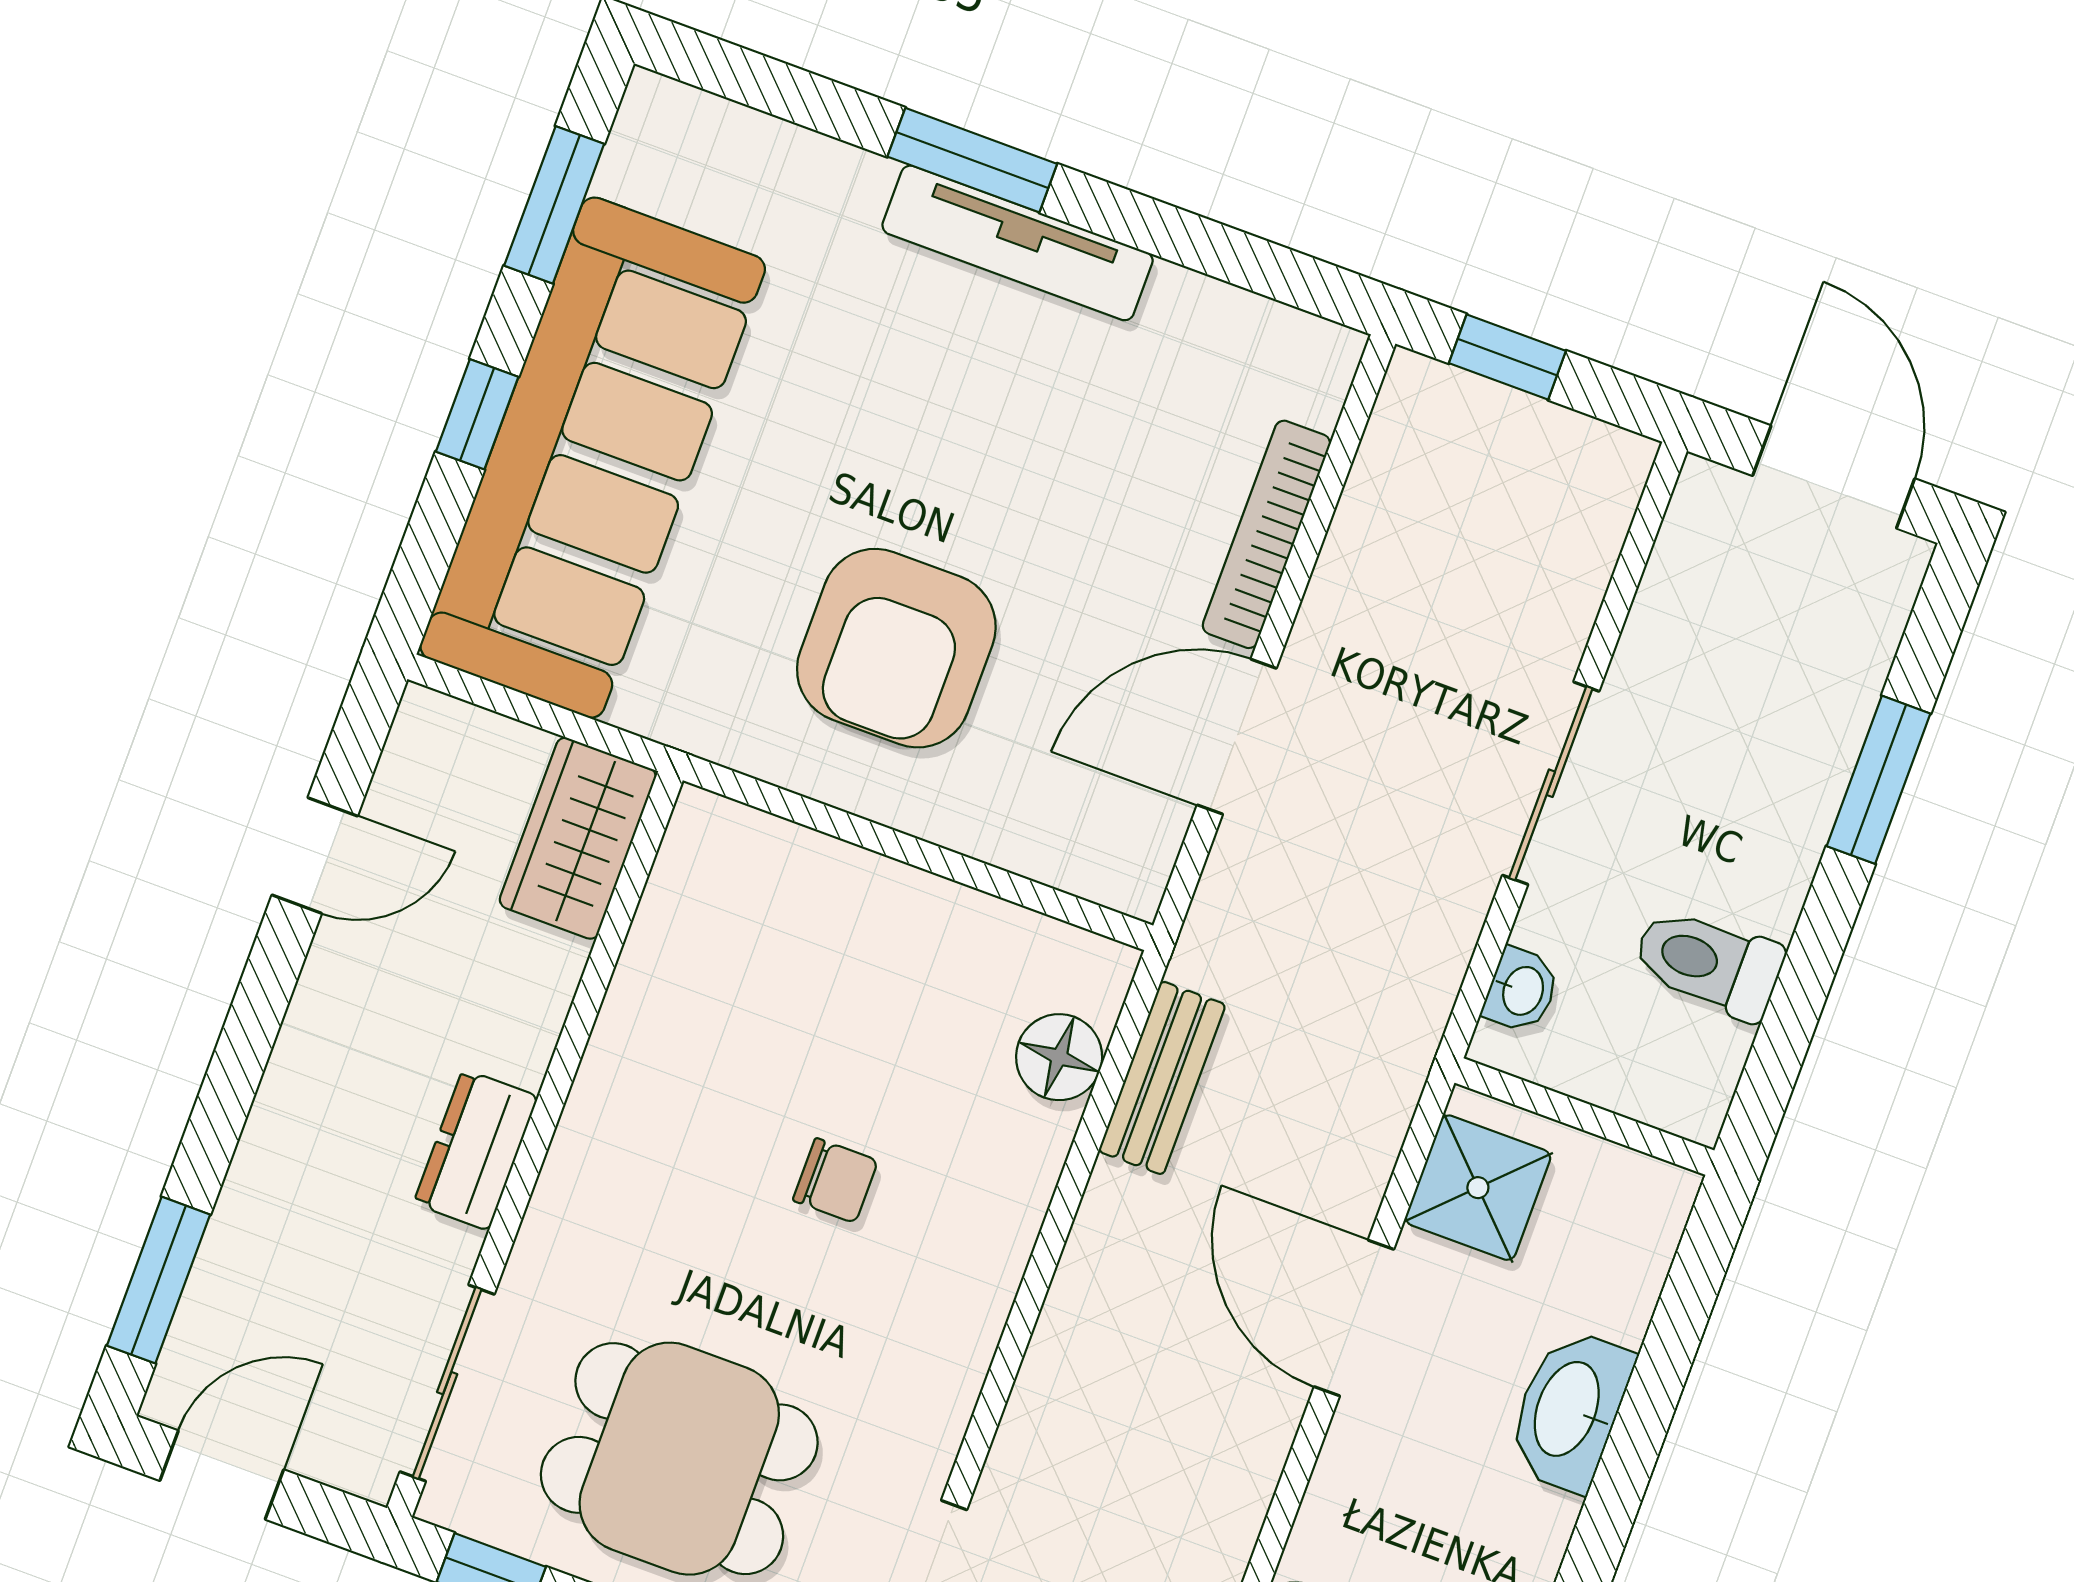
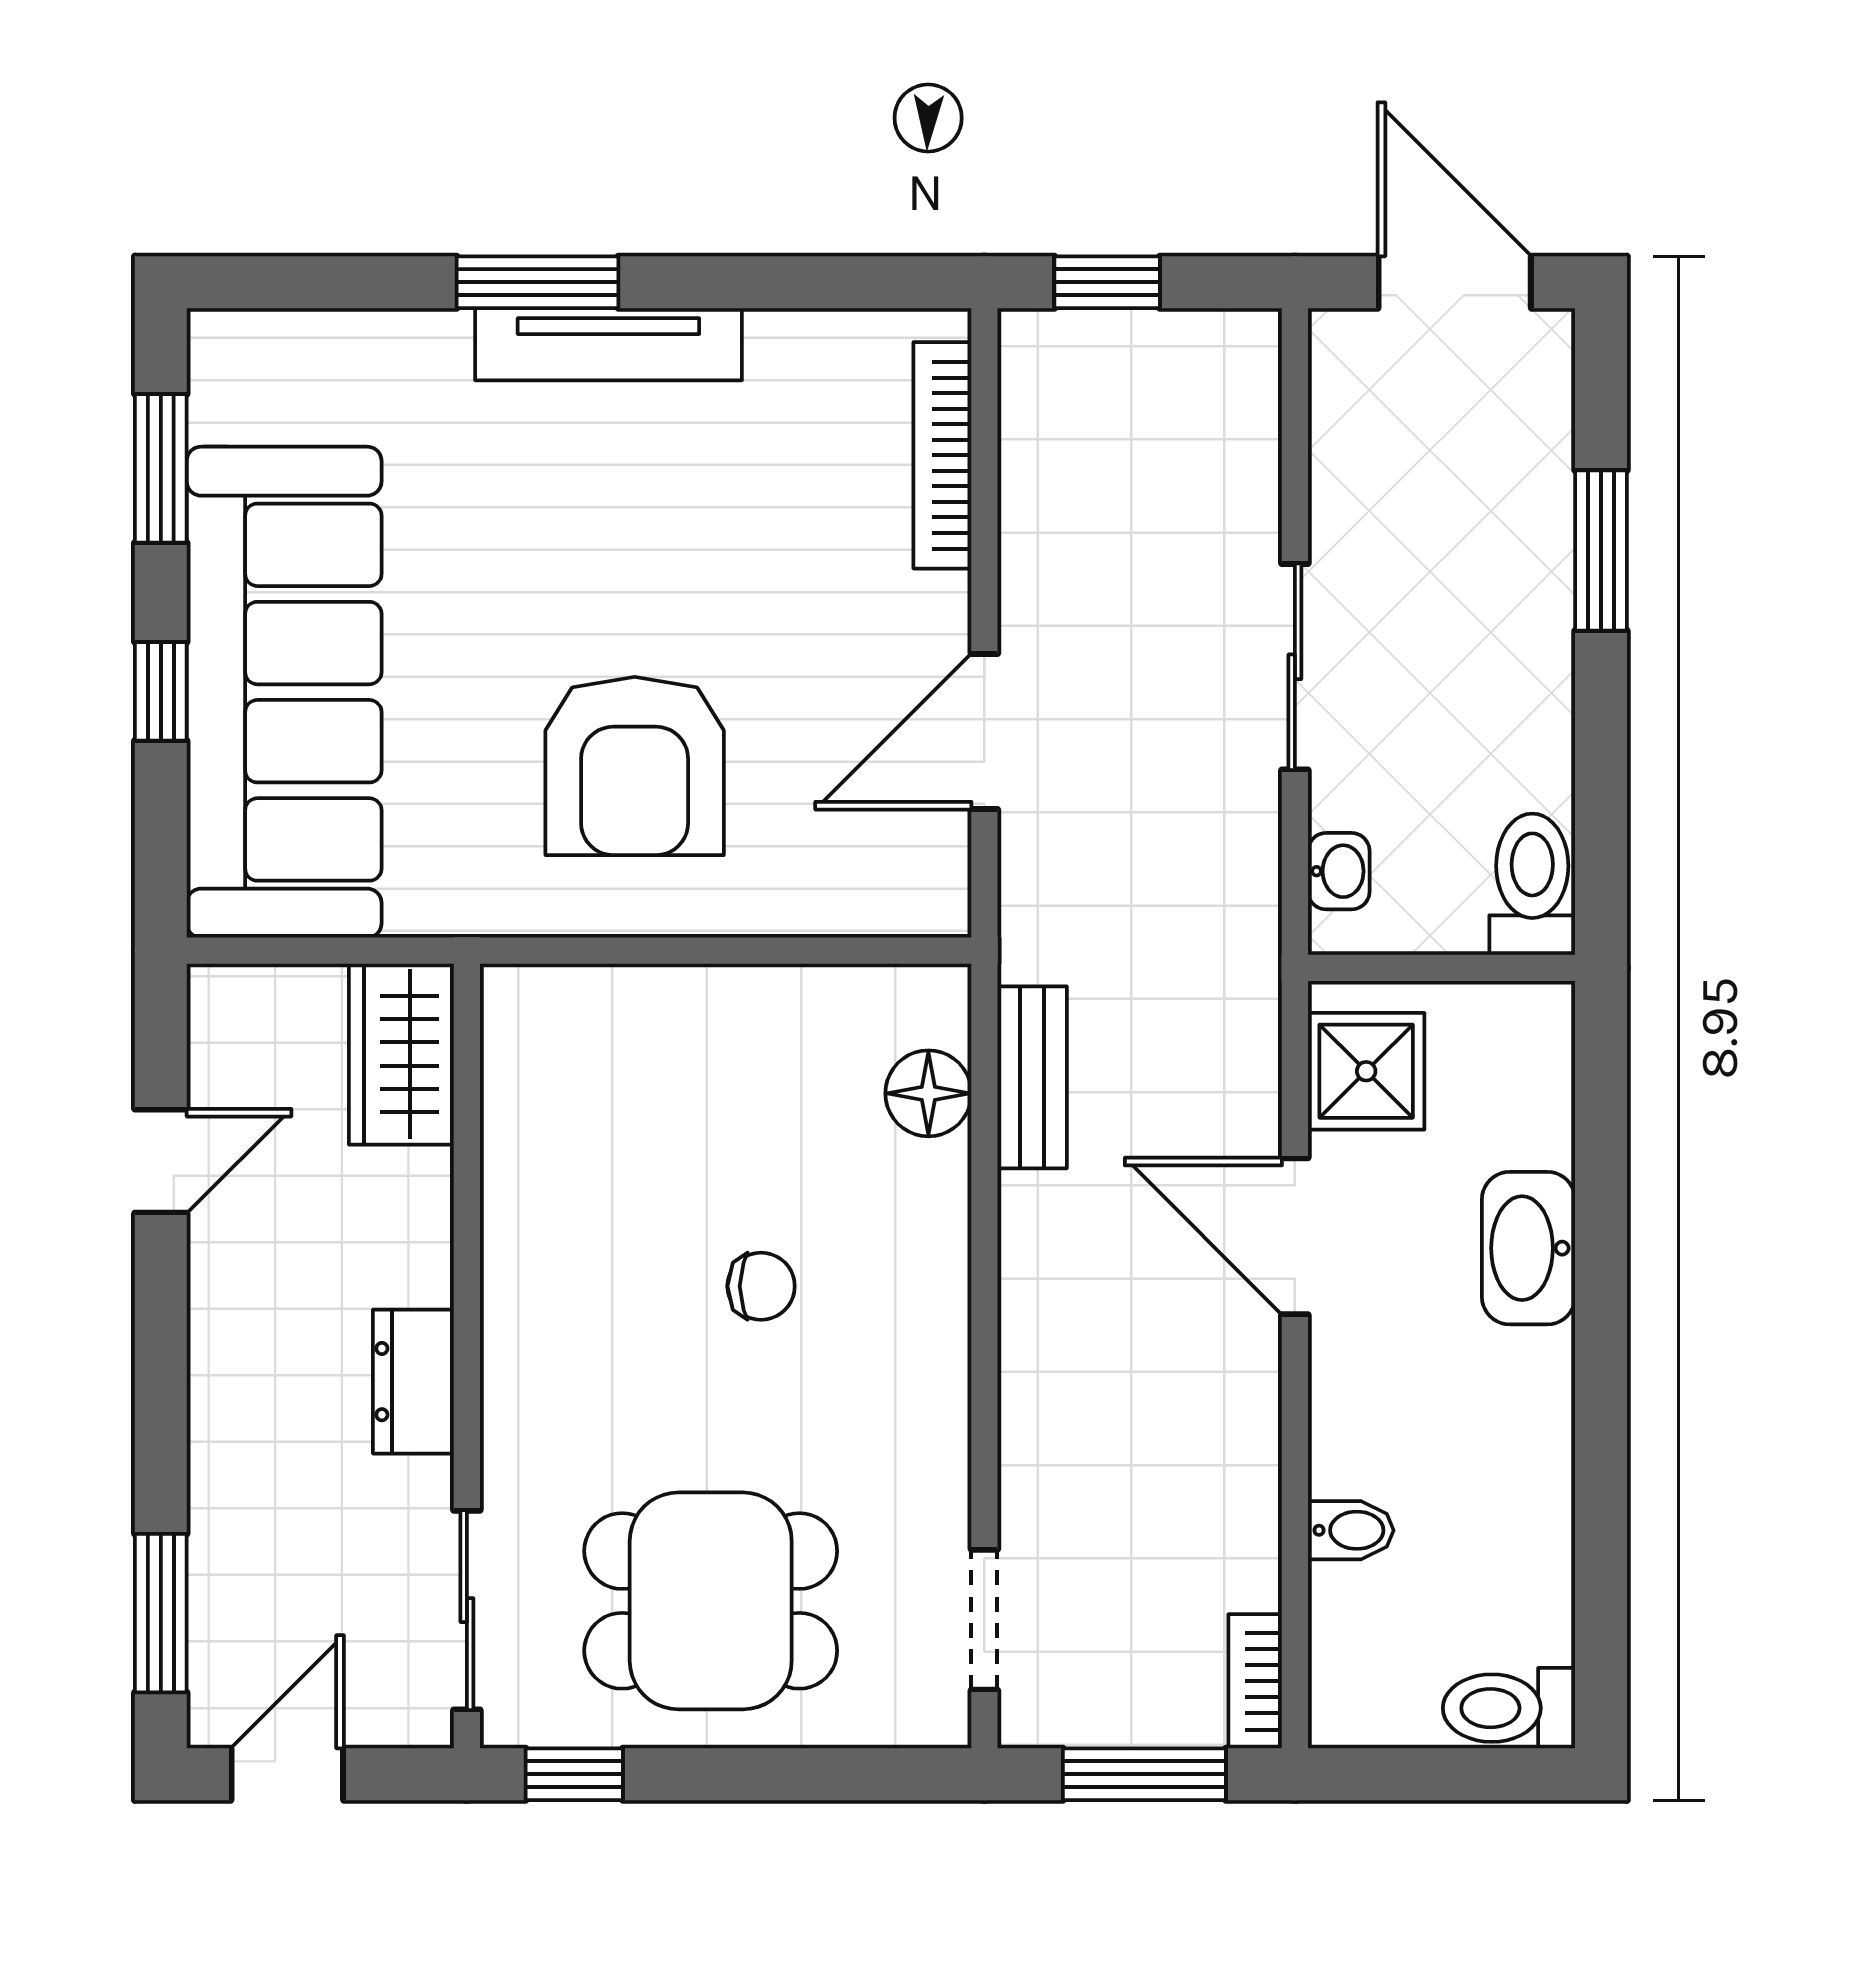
bookcase: (1266, 534) -> (942, 455), moved
toilet: (1708, 963) -> (1532, 884), moved, turned 90

